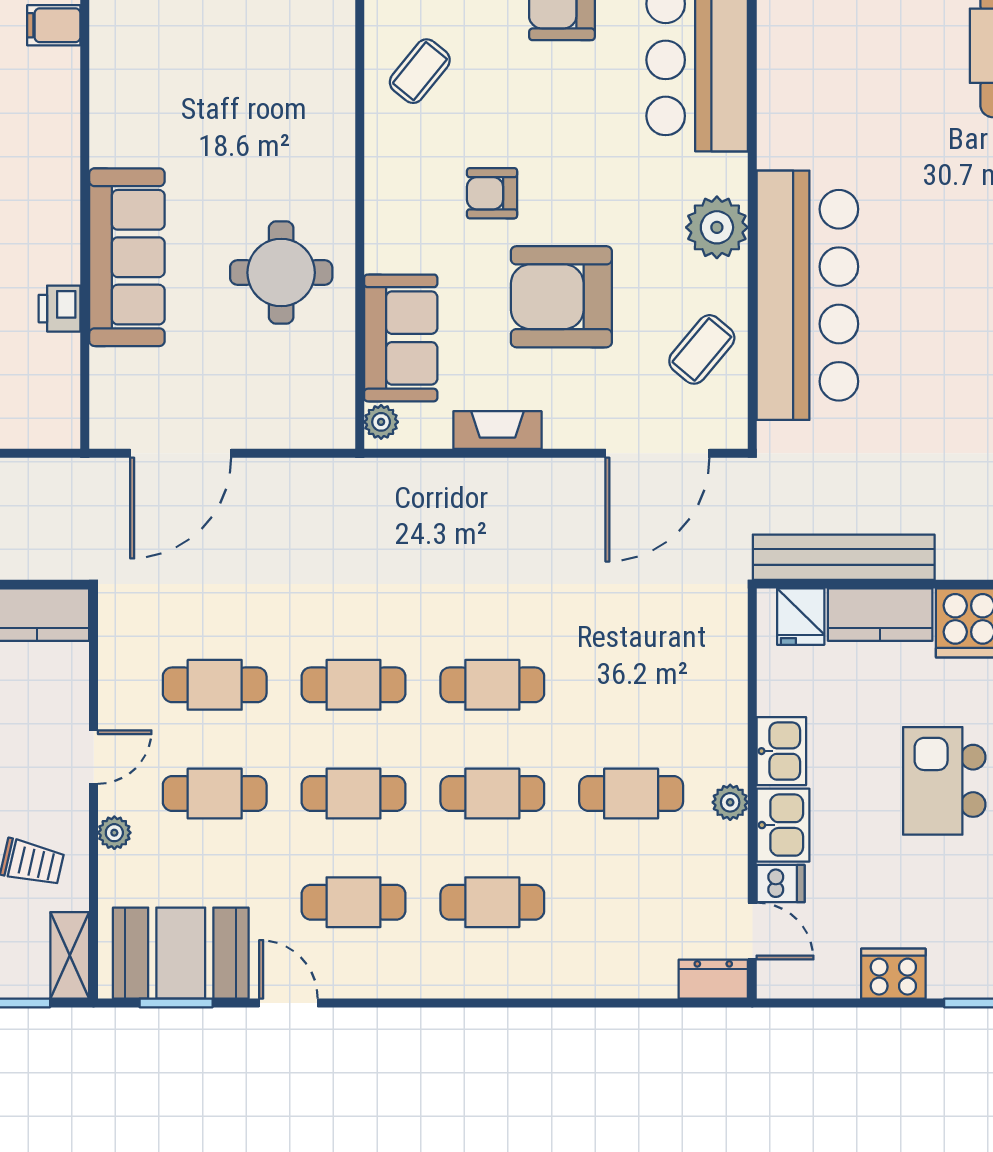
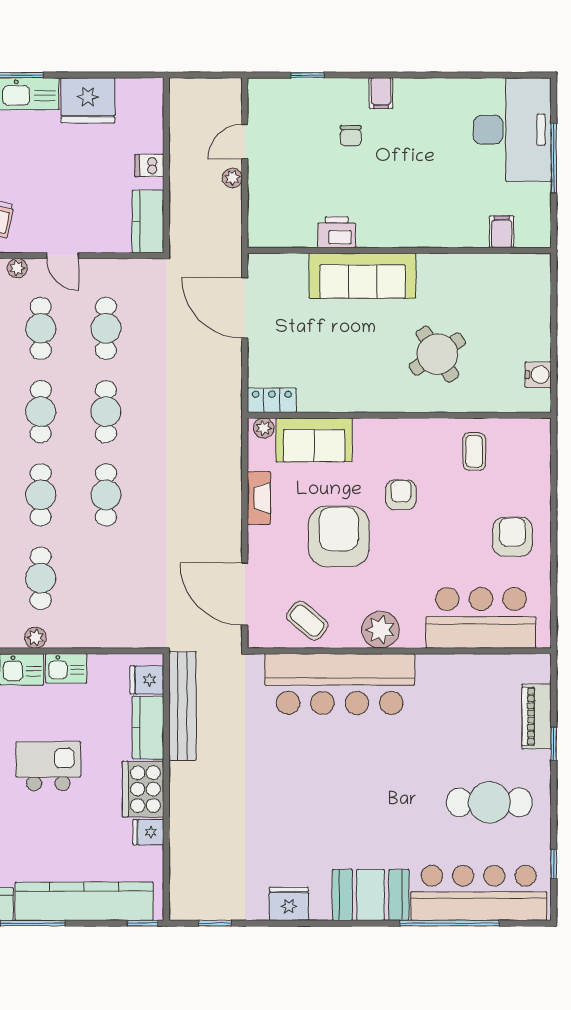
coffee table: (420, 71) -> (474, 451), turned 51
round table: (281, 273) -> (437, 354), moved, turned -33
printer: (60, 309) -> (337, 232), width x1.36, depth x1.24
locker: (335, 408) -> (272, 400), added

